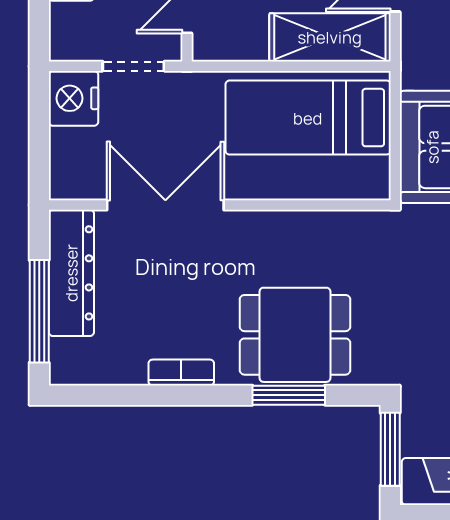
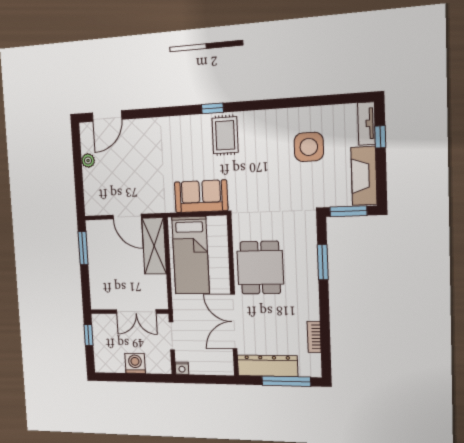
nightstand: (73, 98) -> (182, 368), width x0.53, depth x0.56
dining table: (295, 335) -> (260, 268), moved
bookcase: (181, 373) -> (314, 337), moved

